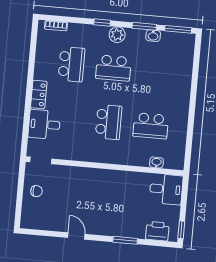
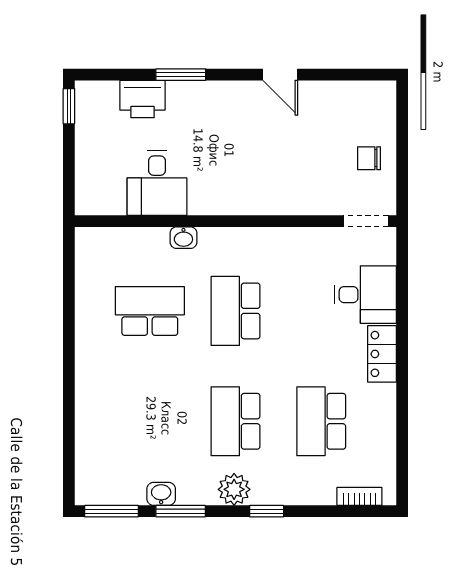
school desk: (113, 68) -> (236, 421), turned -90
washbasin: (156, 163) -> (183, 238), moved
desk: (166, 189) -> (157, 183), moved, turned -90
printer: (157, 231) -> (143, 99), moved

